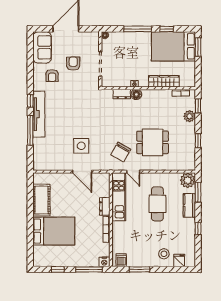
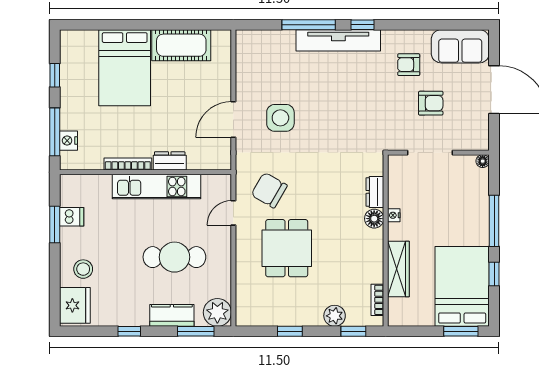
kitchen unit: (119, 197) -> (157, 187), moved
dishwasher: (121, 260) -> (72, 217), moved
fridge: (179, 260) -> (75, 305), width x1.88, depth x1.34
nightstand: (104, 262) -> (68, 141), moved

